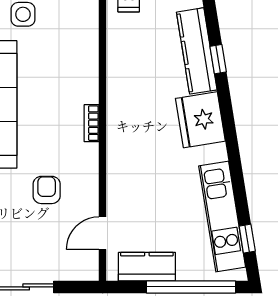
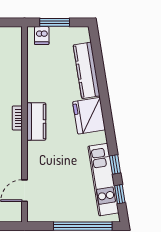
window: (218, 59) -> (115, 164), moved
kitchen counter: (147, 267) -> (36, 122), moved, turned 90

